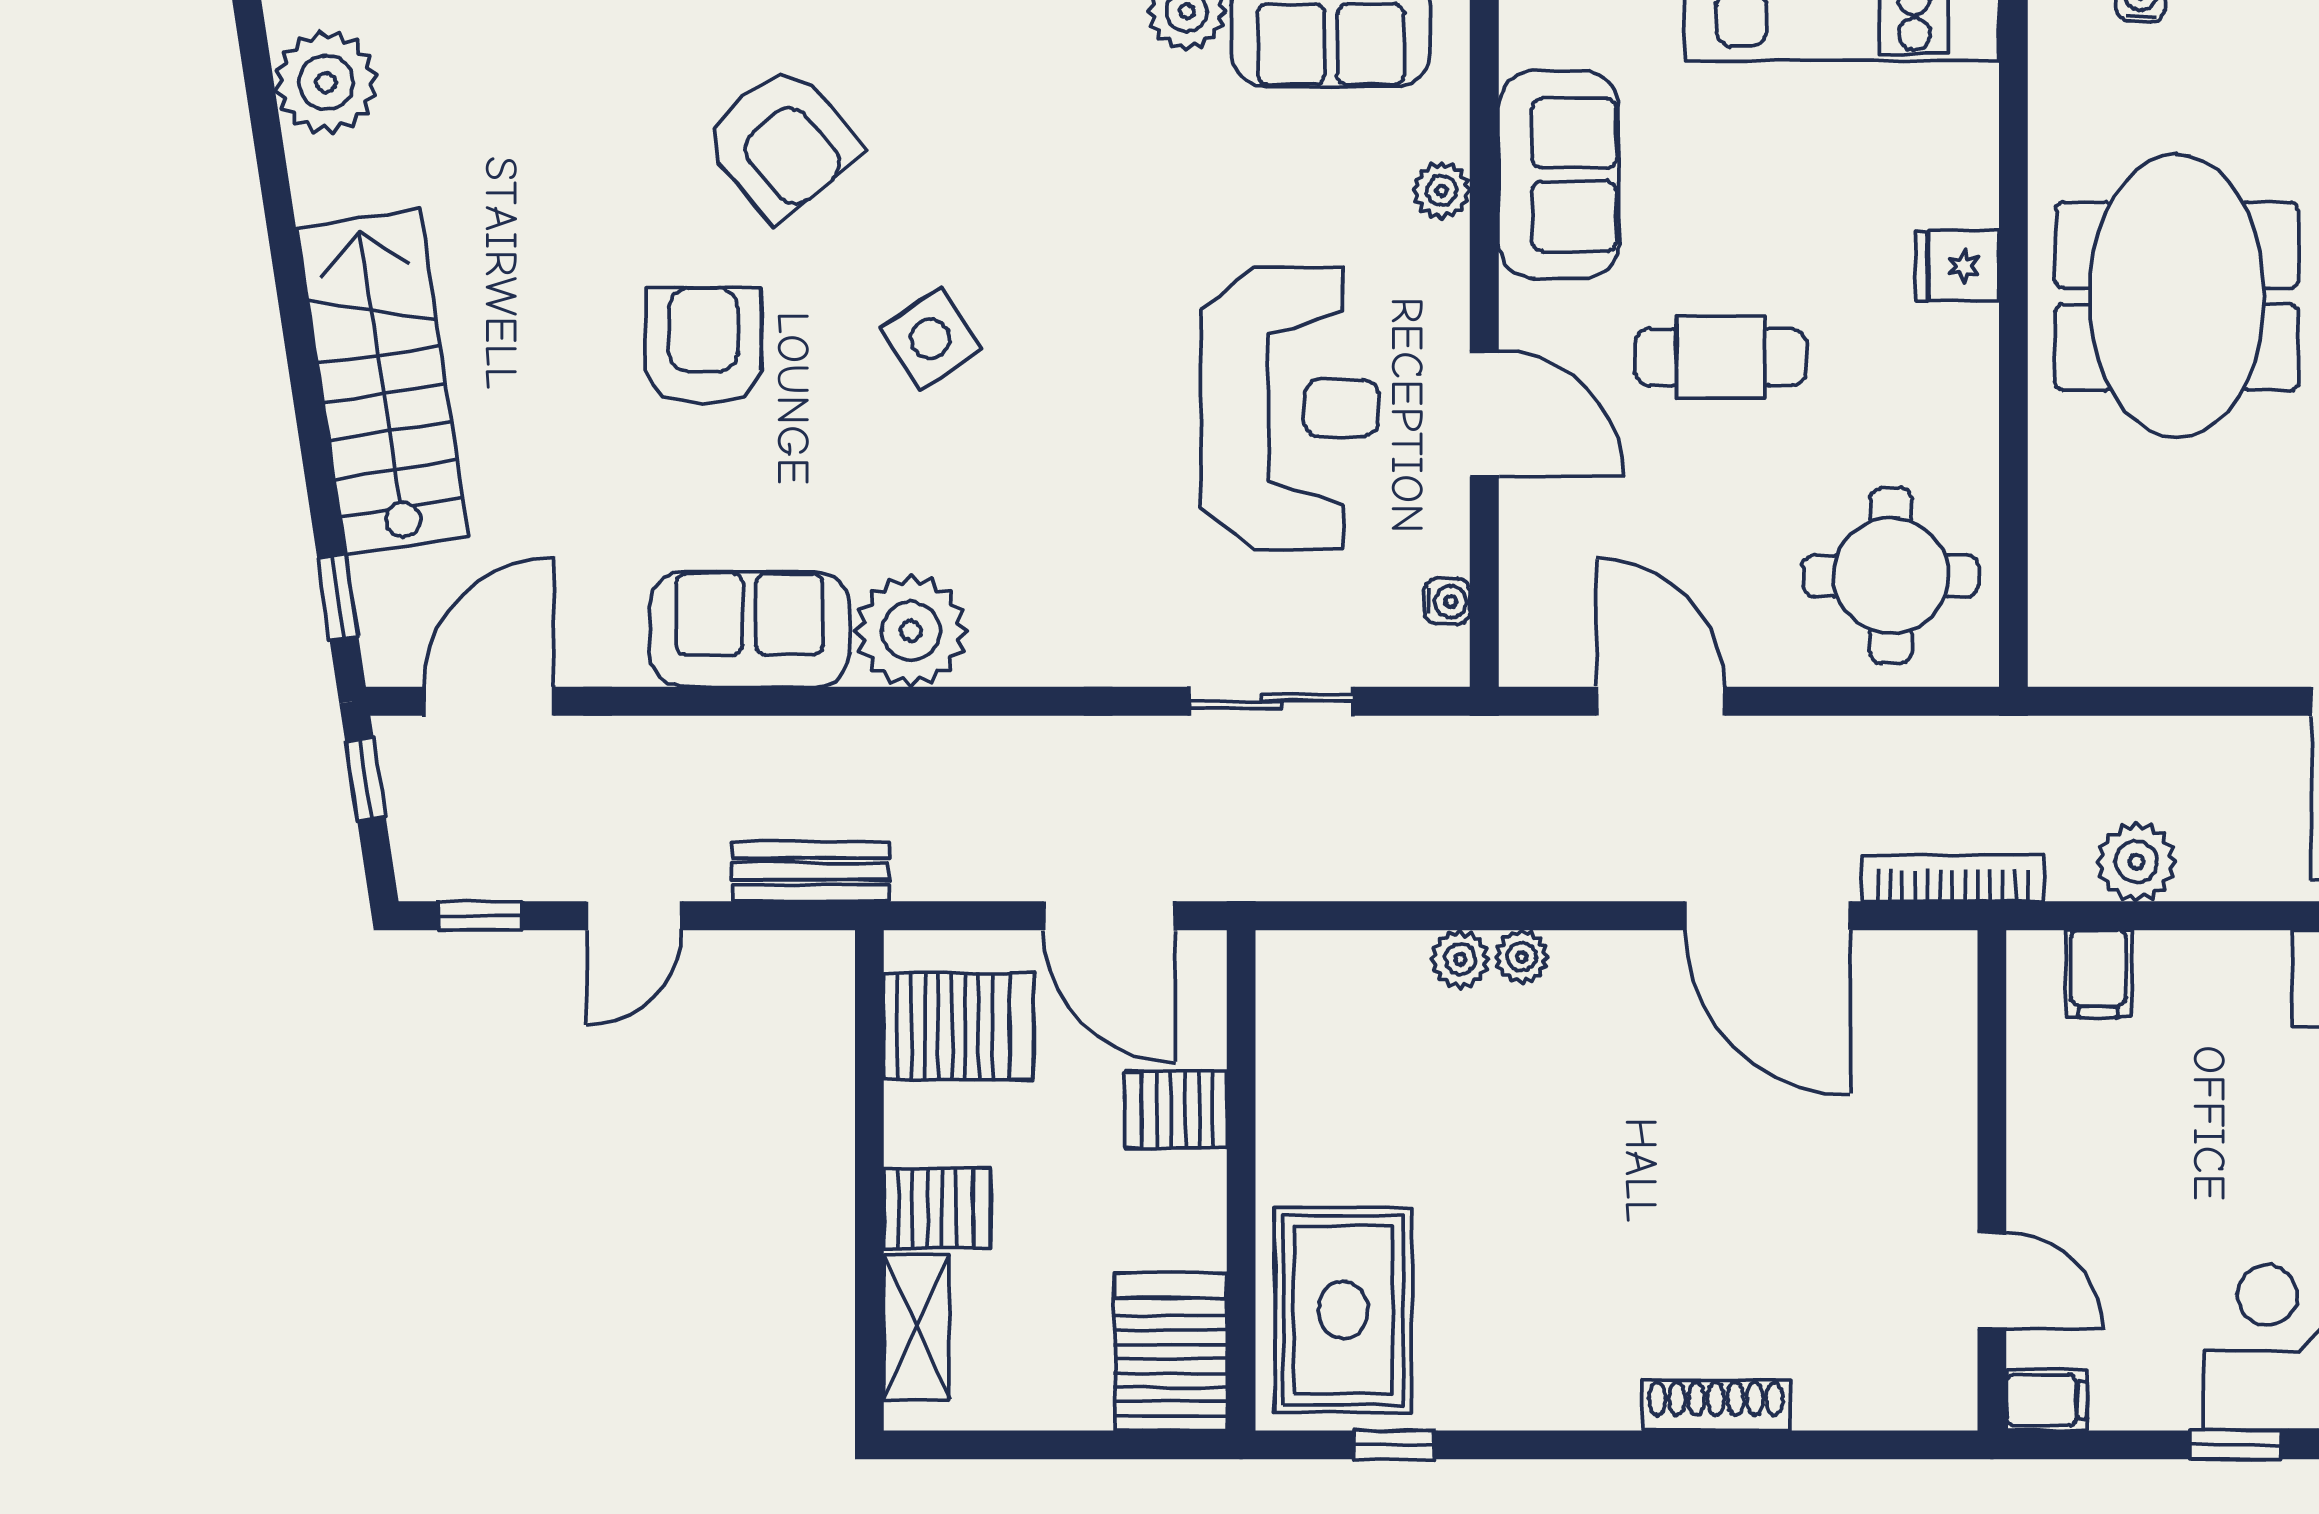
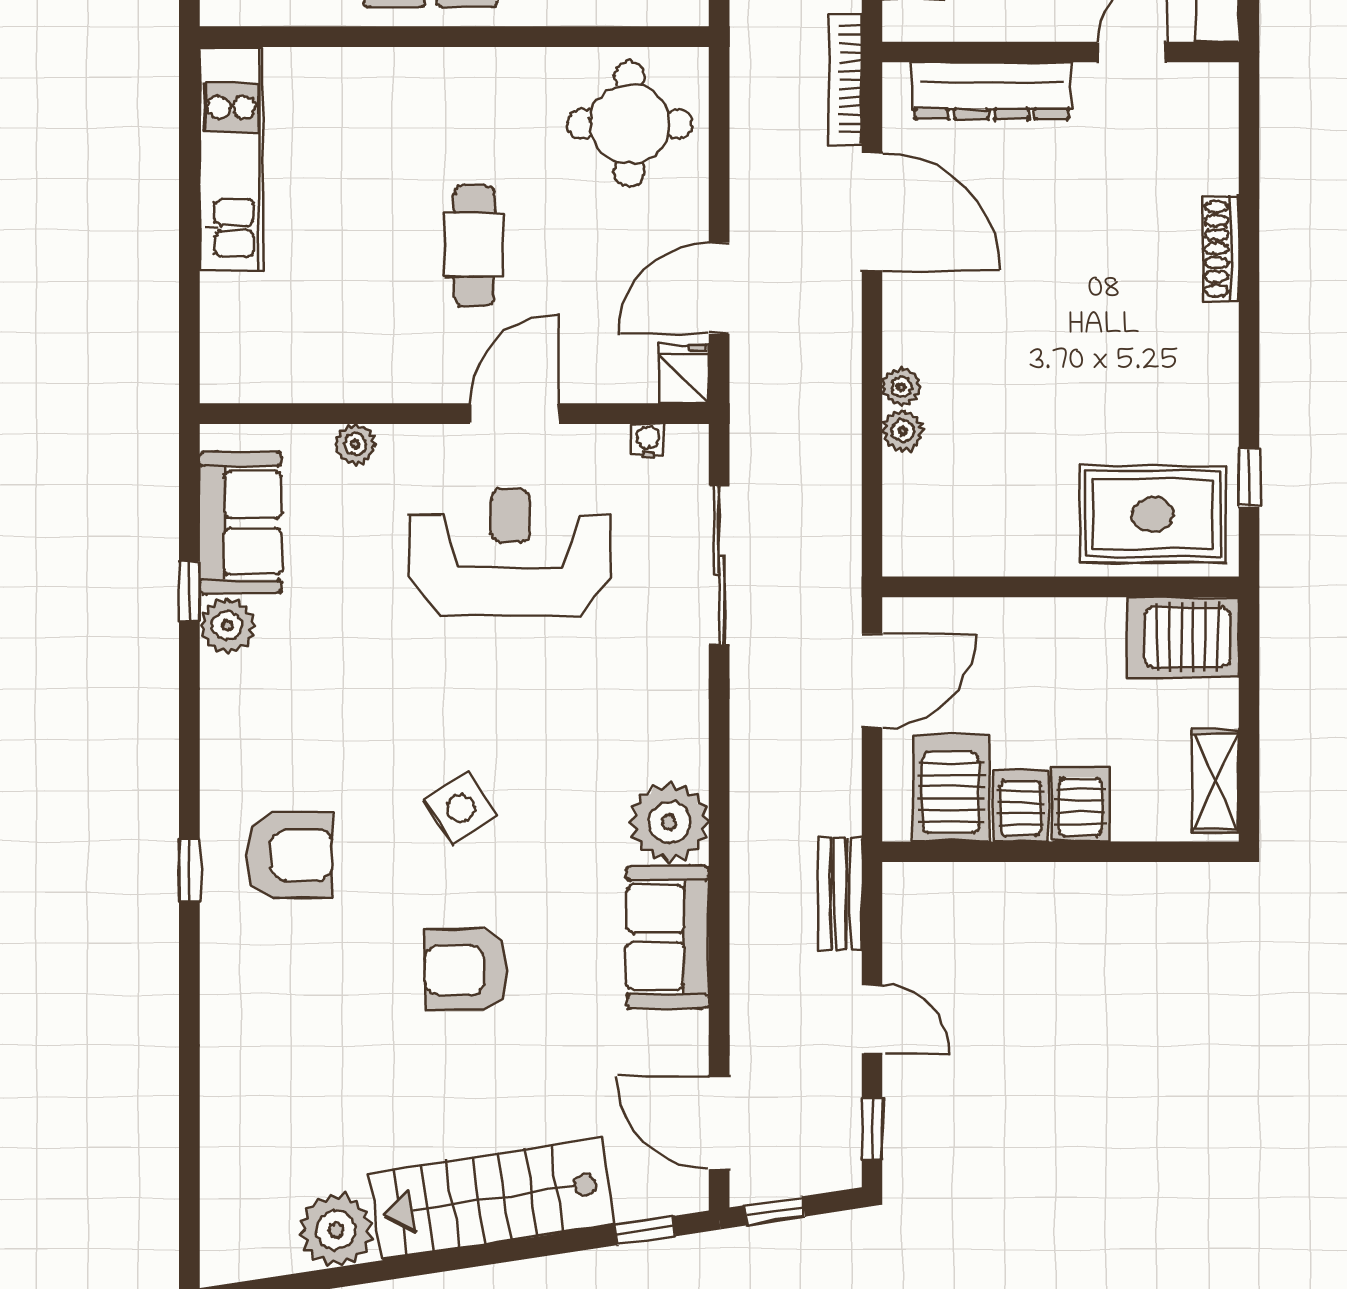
plant: (326, 82) -> (336, 1230), moved
armchair: (781, 143) -> (289, 855), moved, turned 40
sofa: (1559, 175) -> (344, 361), removed
fridge: (1957, 266) -> (684, 374), moved, turned 180
sliding door: (1272, 701) -> (719, 565), width x1.37
door: (1768, 916) -> (872, 212), hinge flipped
dresser: (1938, 1084) -> (992, 91), added
server rack: (1176, 1110) -> (1020, 805), moved, turned 180
shelving: (916, 1327) -> (1215, 781), moved, turned 90

